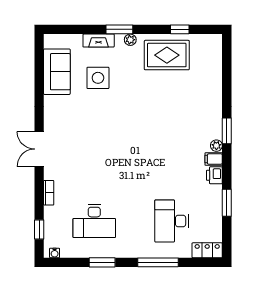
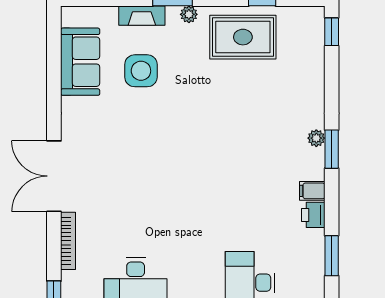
window: (227, 52) -> (332, 32), added
plant: (216, 146) -> (316, 138), moved
double door: (39, 149) -> (54, 176), width x1.37
bookcase: (49, 193) -> (68, 241), width x1.56

